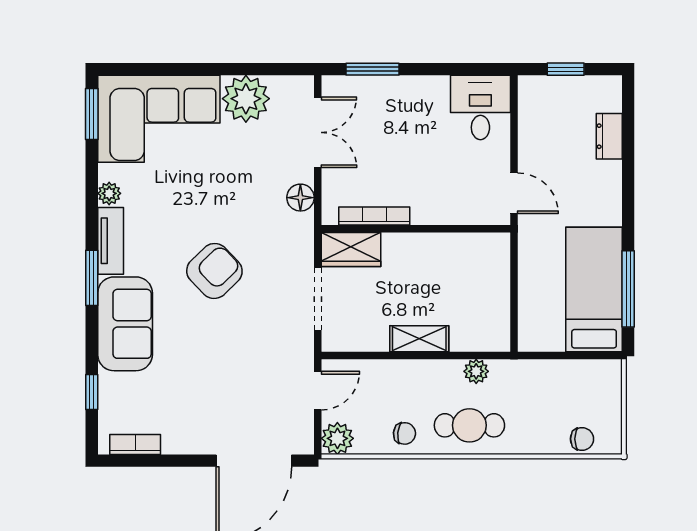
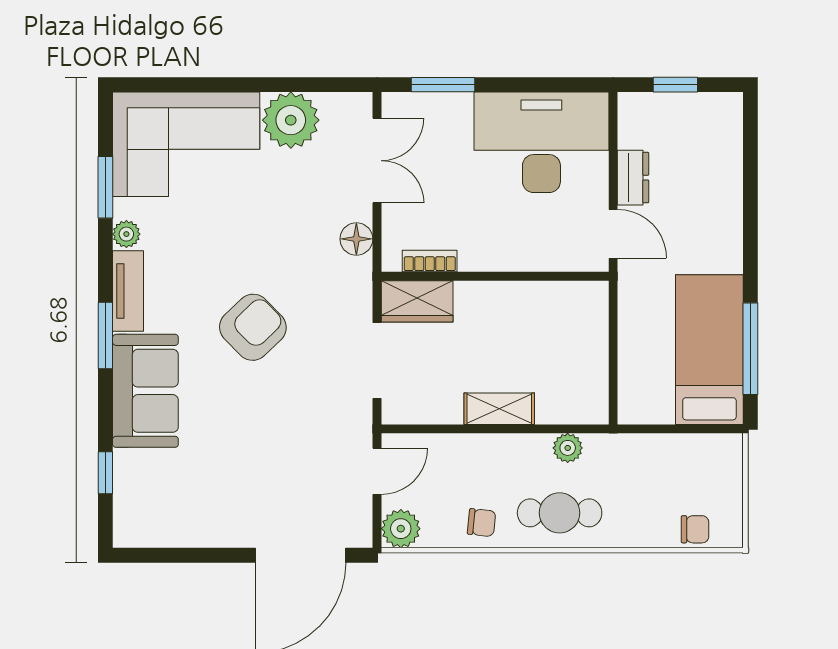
desk: (480, 107) -> (541, 142), width x1.87, depth x1.30
window: (92, 114) -> (105, 187), moved
dresser: (609, 136) -> (633, 178), moved, turned 180
bookcase: (374, 216) -> (430, 261), width x0.64
bookcase: (135, 444) -> (158, 536), removed

